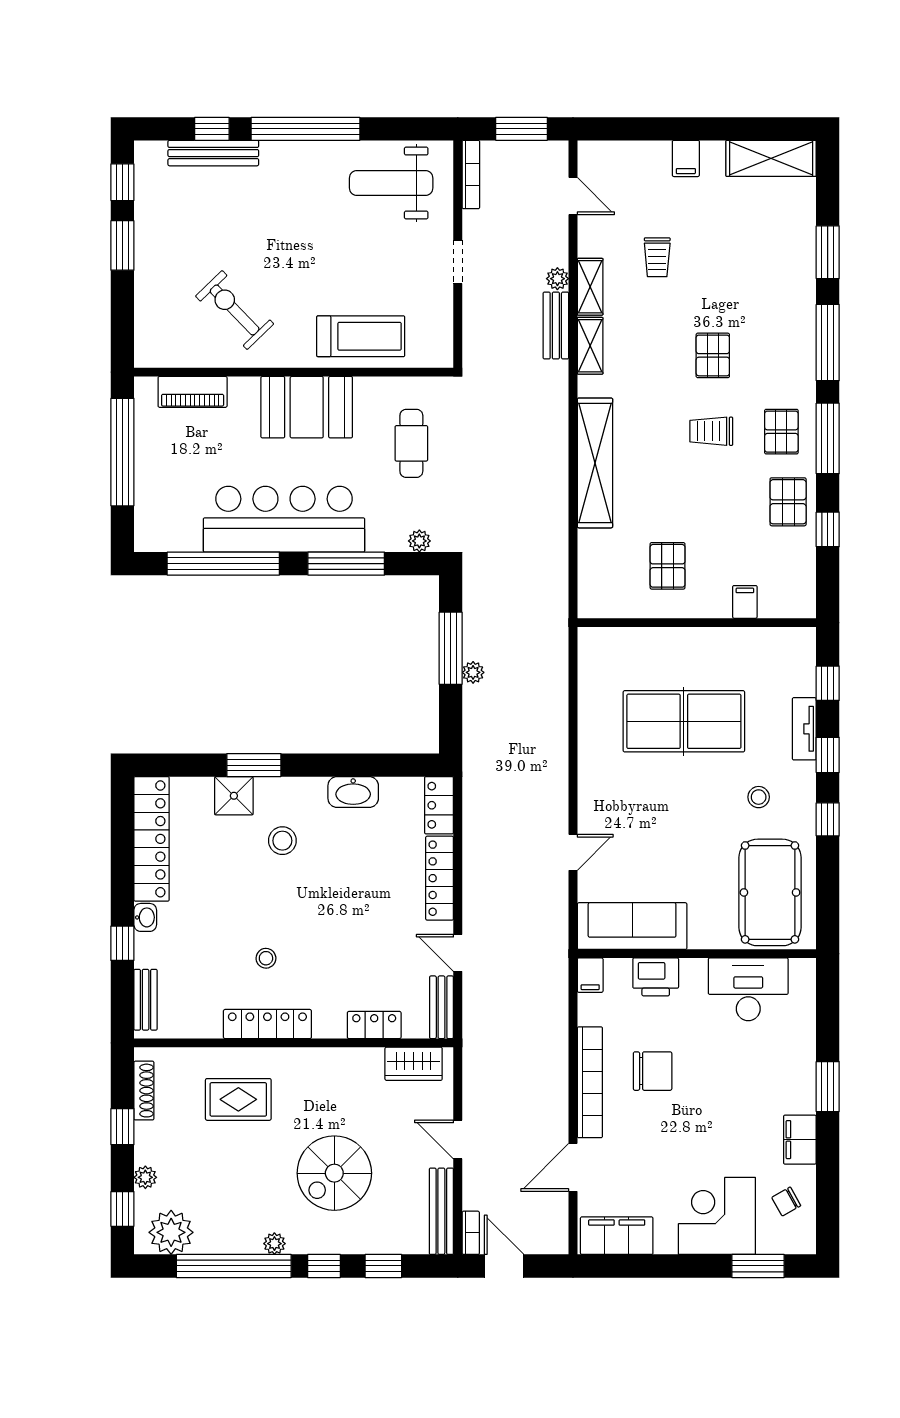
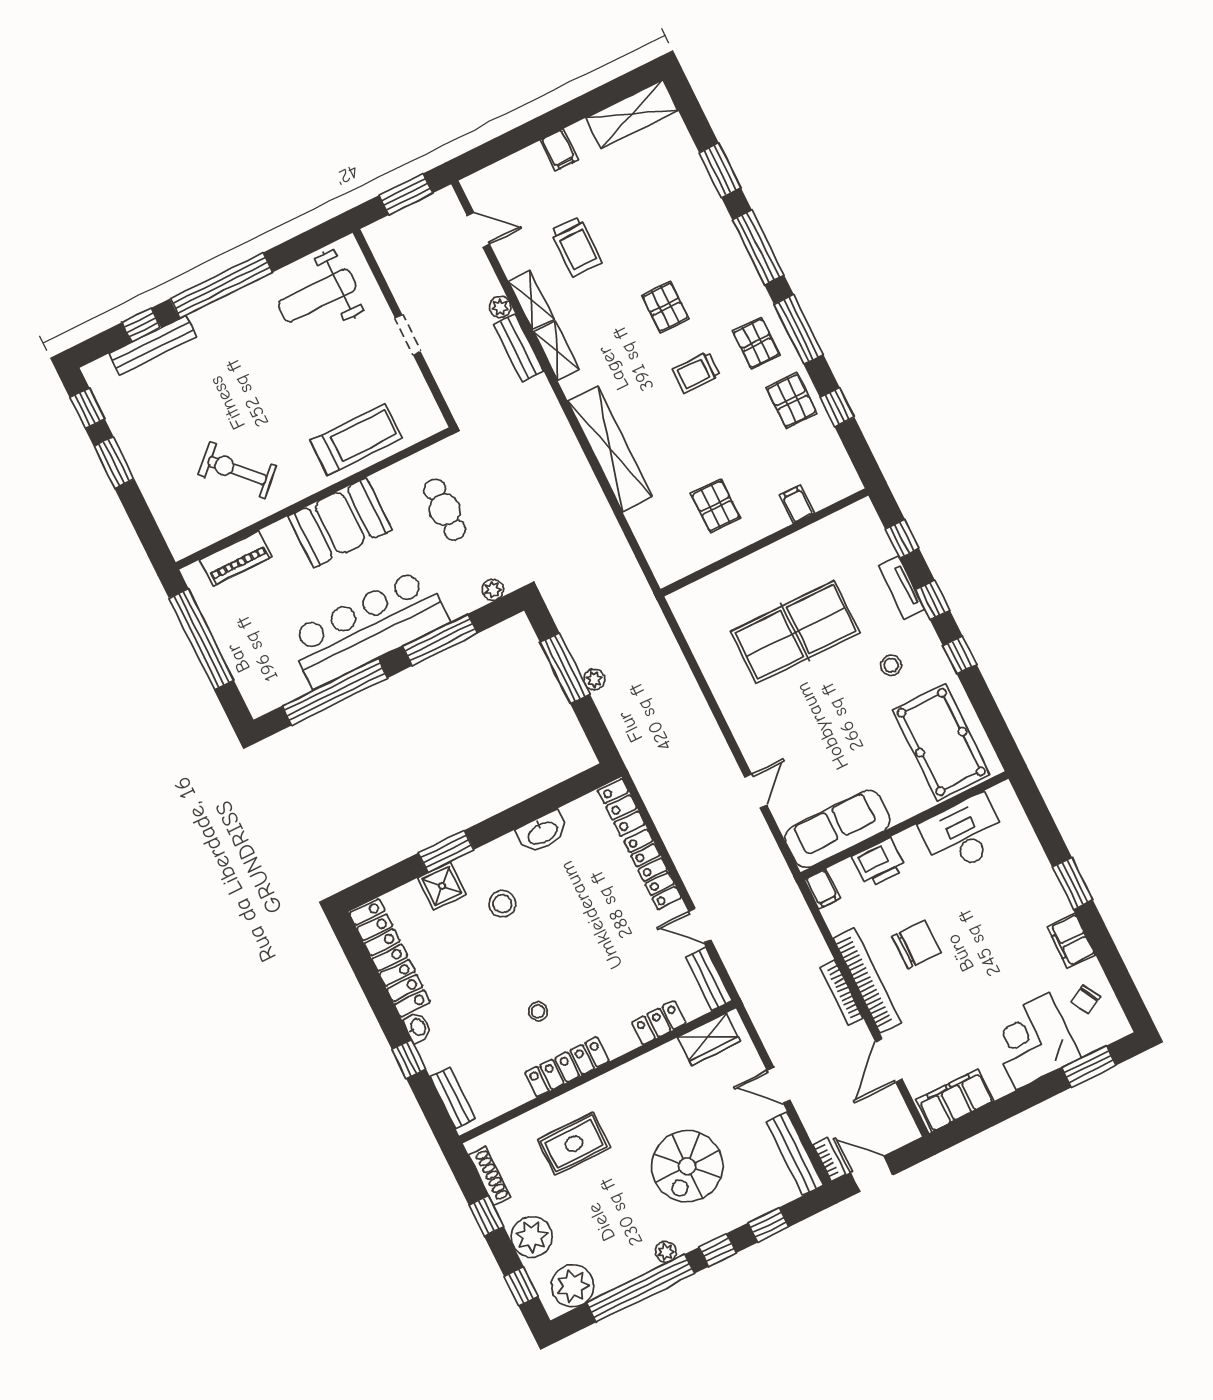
bookcase: (471, 175) -> (842, 993), moved, turned 180
trolley: (657, 257) -> (576, 247), width x1.36, depth x1.39
plant: (145, 1177) -> (532, 1237), width x1.88, depth x1.88

